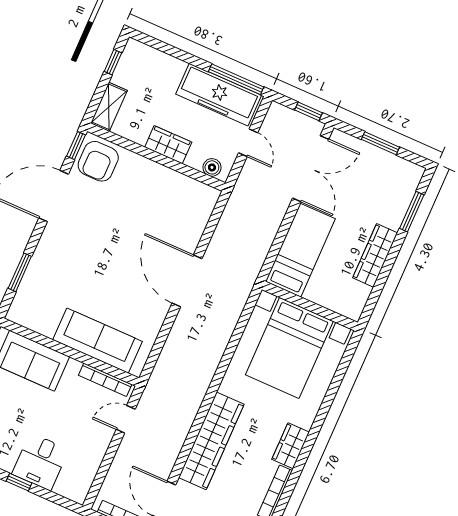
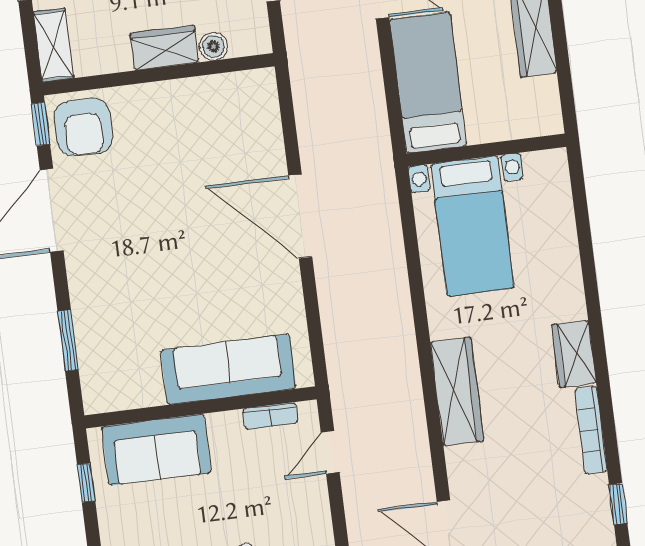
boiler: (212, 167) -> (213, 47), moved
bed with nightstands: (289, 348) -> (472, 226), width x0.73
bookcase: (105, 380) -> (270, 416), width x0.64
wardrobe: (211, 441) -> (457, 392), width x0.71, depth x0.85

